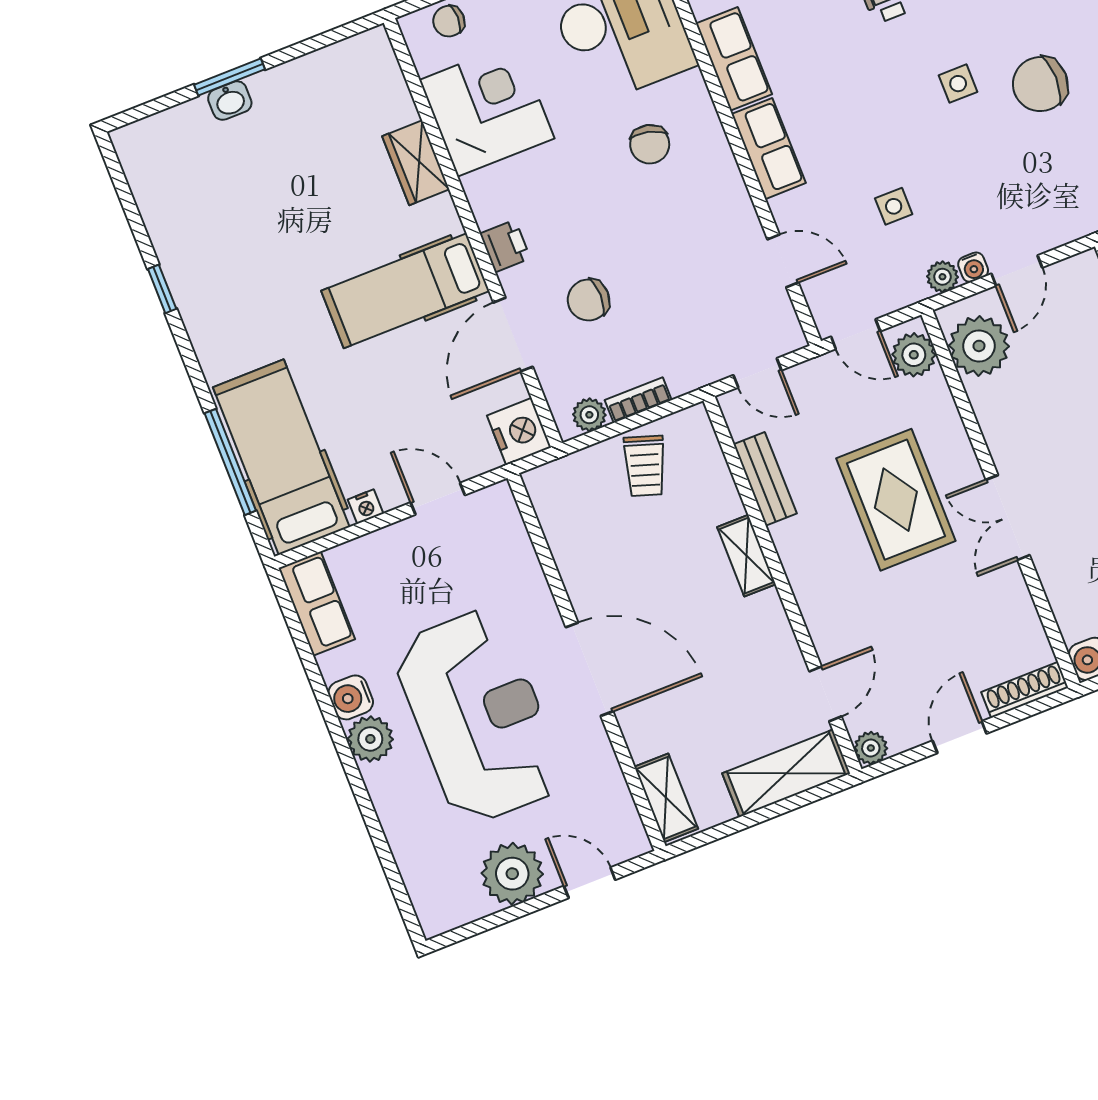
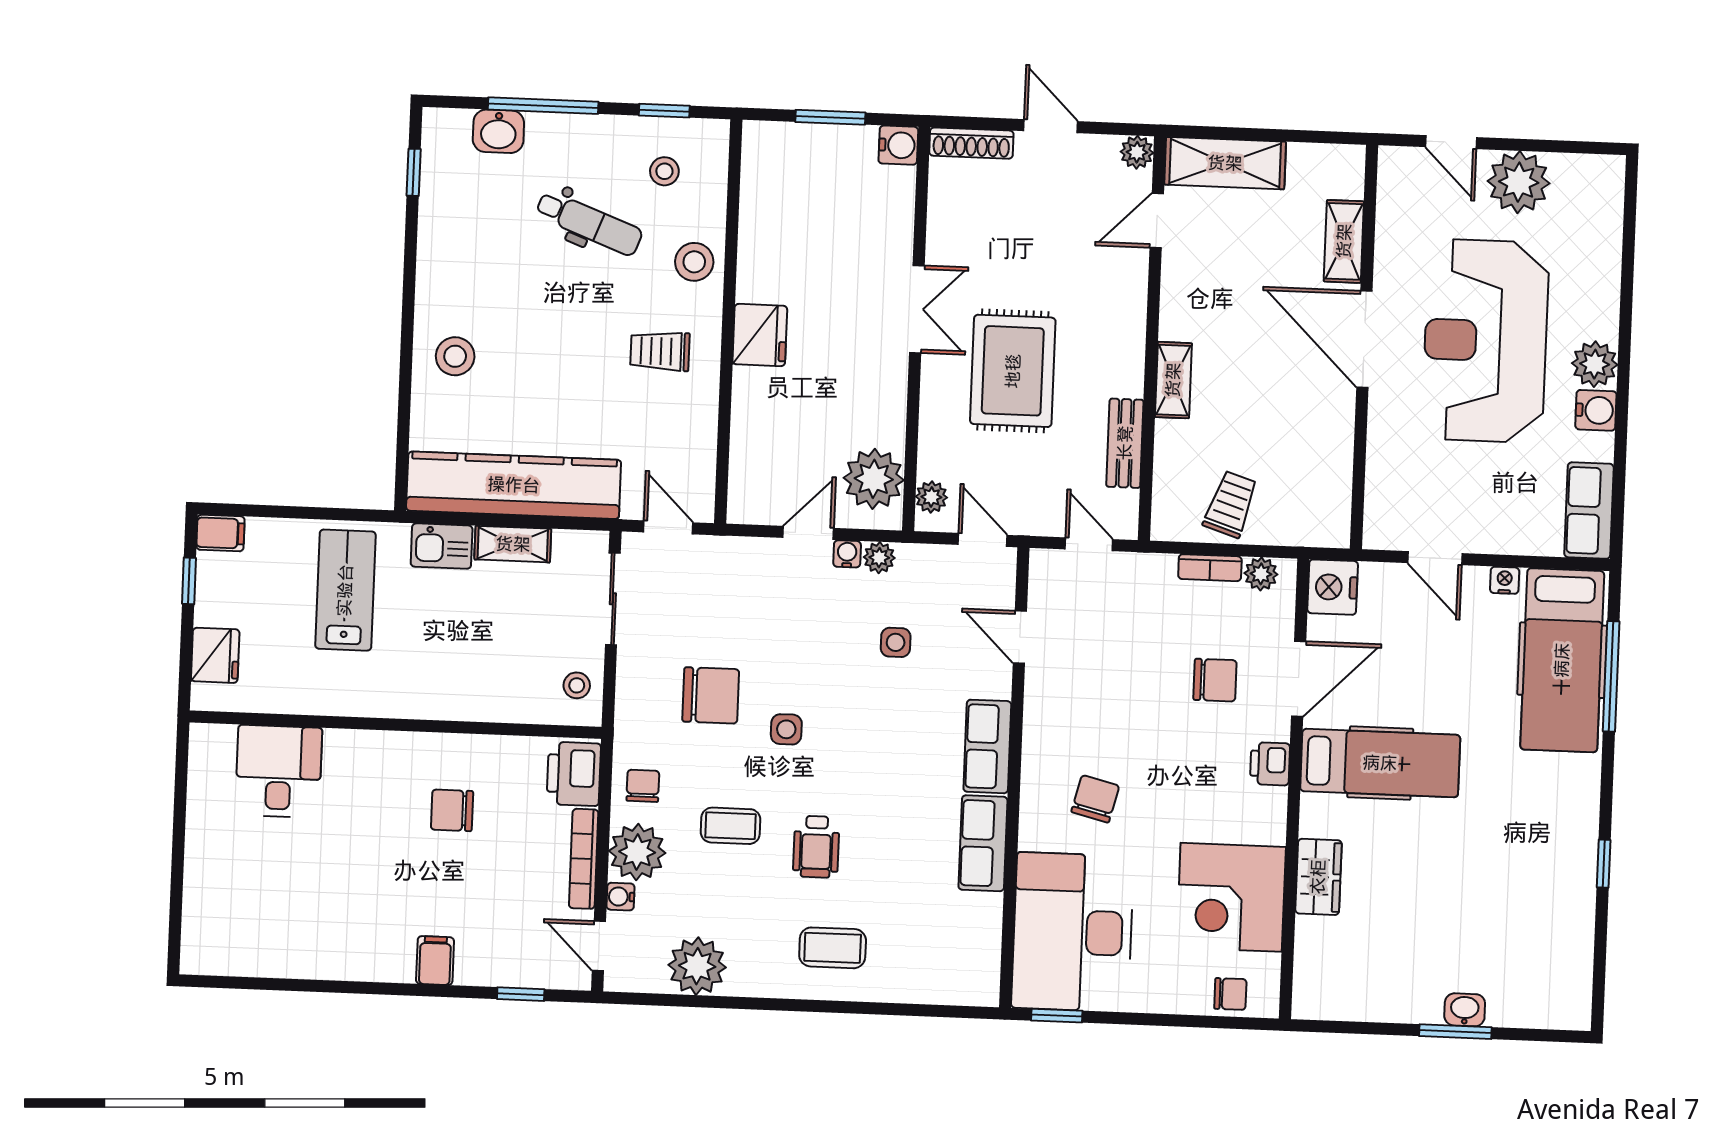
plant: (914, 355) -> (931, 497), width x0.73, depth x0.73
door: (960, 737) -> (1051, 126), swing flipped
shelving: (666, 798) -> (1344, 241), moved

